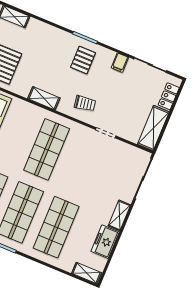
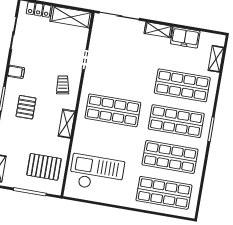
pallet: (83, 60) -> (26, 107), moved, turned 90
filing cabinet: (120, 63) -> (16, 72), moved
shelving: (87, 273) -> (216, 59), moved

